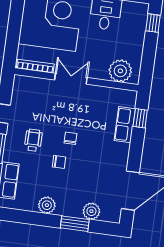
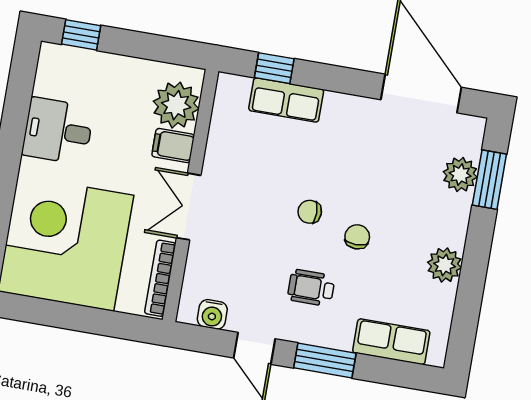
filing cabinet: (100, 70) -> (173, 146), added
water cooler: (18, 92) -> (212, 314), added
window: (75, 224) -> (489, 180), moved

